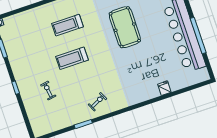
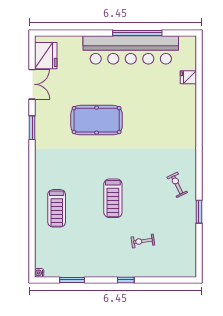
treadmill: (67, 25) -> (57, 208), moved
fridge: (164, 88) -> (188, 77), moved

